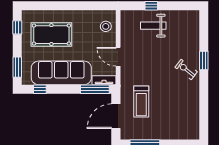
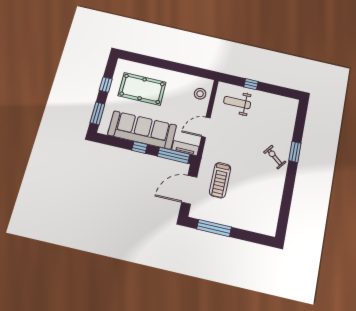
weight bench: (153, 26) -> (237, 103), moved
window: (17, 27) -> (106, 85), moved
door: (118, 57) -> (206, 127), hinge flipped
window: (40, 89) -> (140, 147), moved

